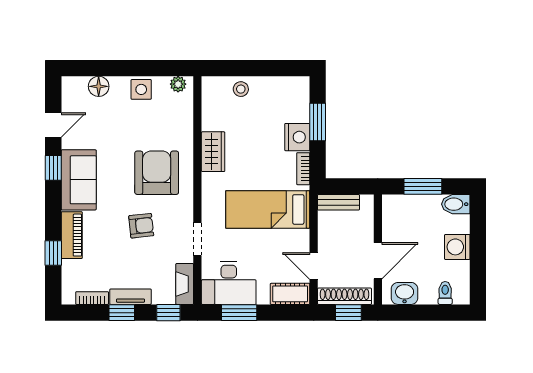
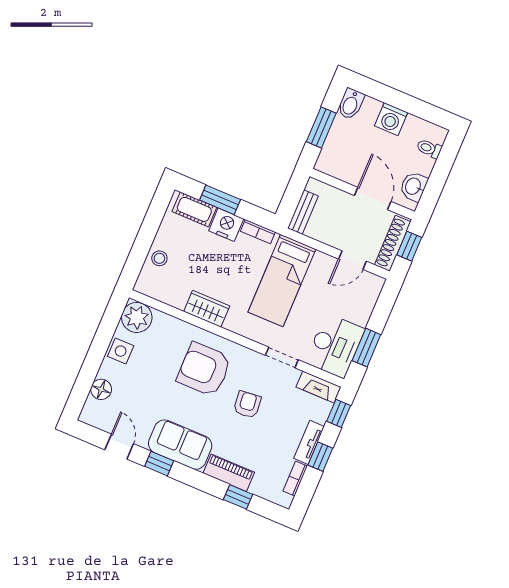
plant: (178, 84) -> (137, 317), width x1.88, depth x1.88
cot: (290, 294) -> (194, 209), moved, turned 90

